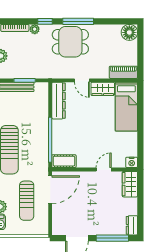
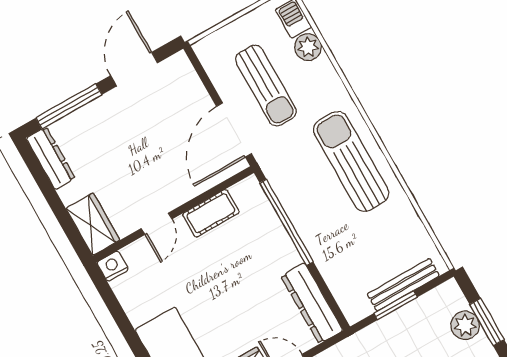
cot: (64, 161) -> (211, 213), moved
sun lounger: (27, 201) -> (266, 86), turned 180
dresser: (132, 225) -> (51, 158), width x1.44

